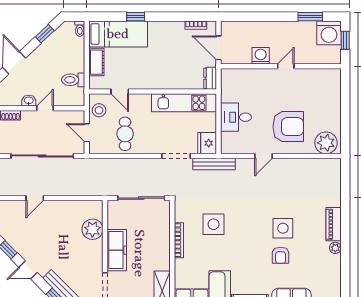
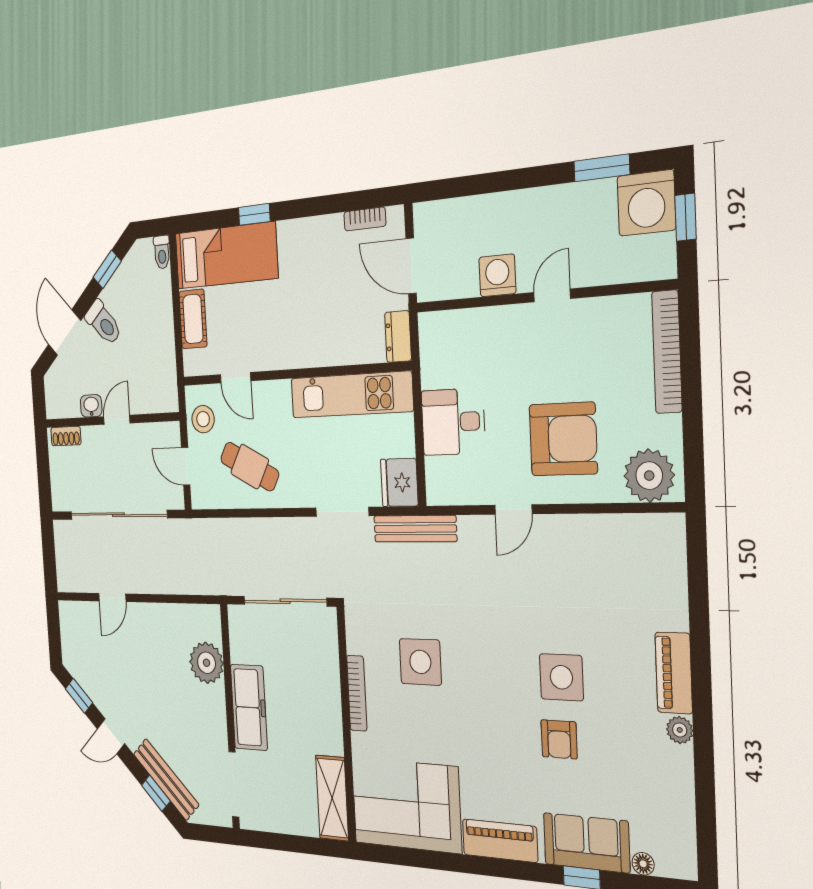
toilet: (73, 80) -> (103, 323), moved, turned -133
bookcase: (335, 93) -> (667, 352), added
cafe table: (125, 134) -> (250, 467), turned -62

